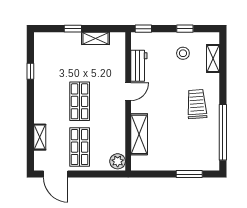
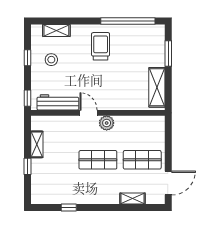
workbench: (139, 66) -> (58, 102), width x1.38
trolley: (197, 104) -> (101, 46), turned 94
shelving: (139, 134) -> (157, 87), moved, turned 90
plant: (118, 161) -> (107, 123), moved

